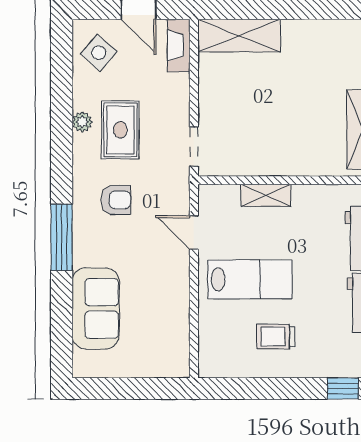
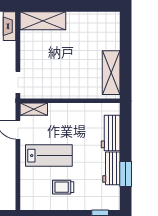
shelving: (266, 195) -> (34, 109), moved

